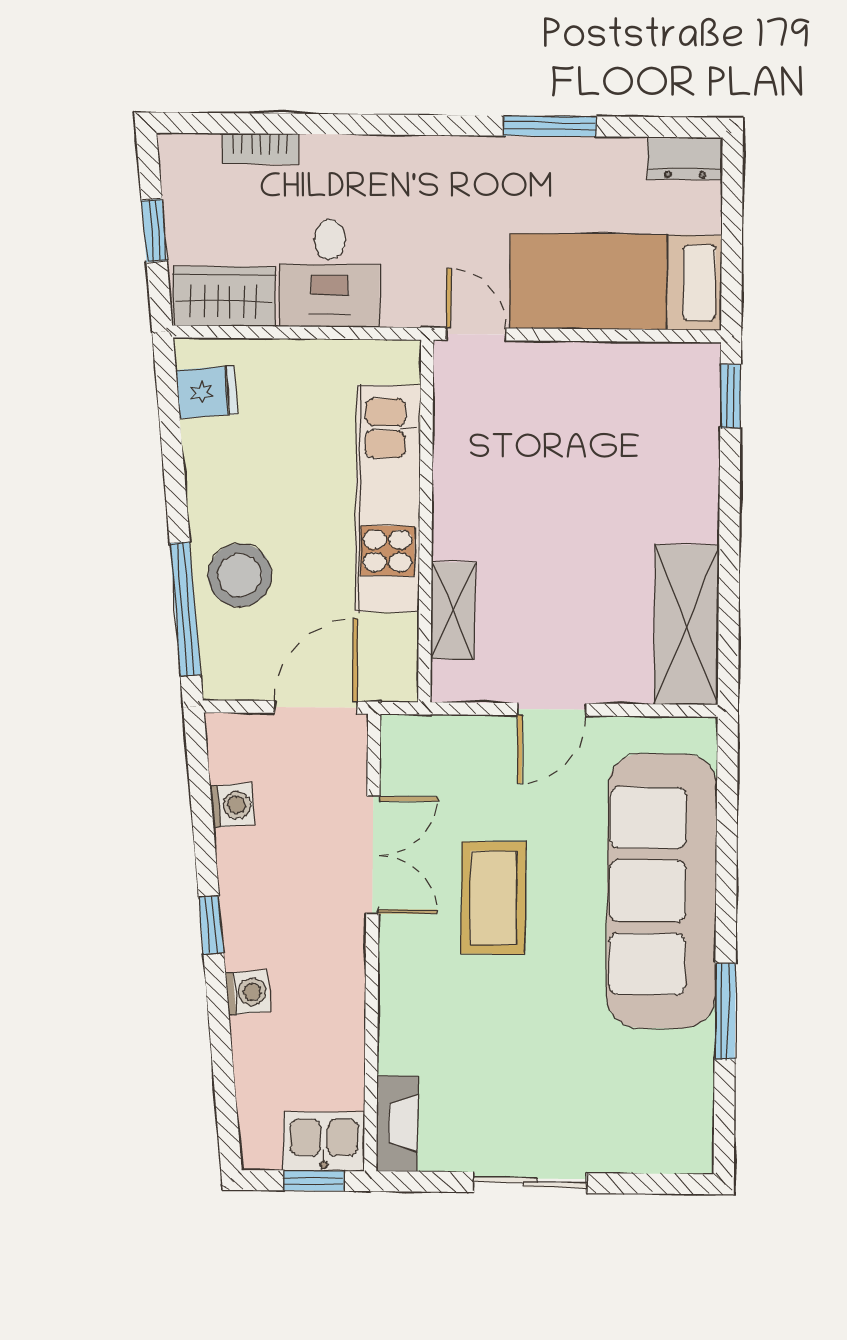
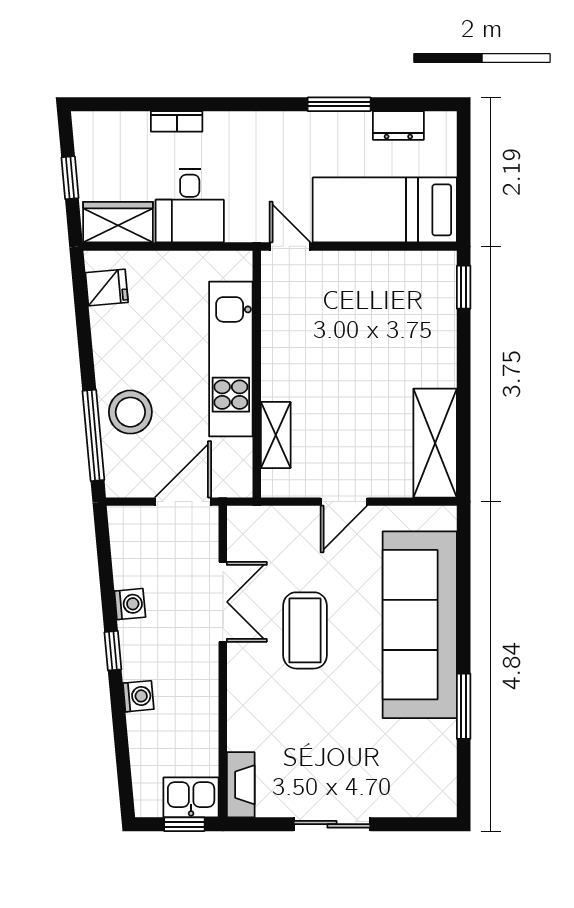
bookcase: (260, 149) -> (177, 121), moved
dresser: (685, 158) -> (398, 125), moved
washing machine: (232, 805) -> (130, 604), moved

